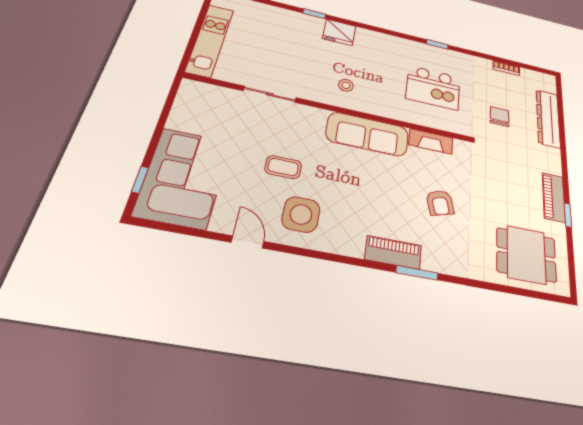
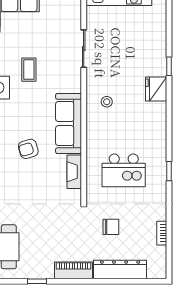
kitchen island: (433, 88) -> (124, 170), turned -90
piano: (554, 197) -> (74, 270), moved
armchair: (440, 203) -> (28, 149), moved

